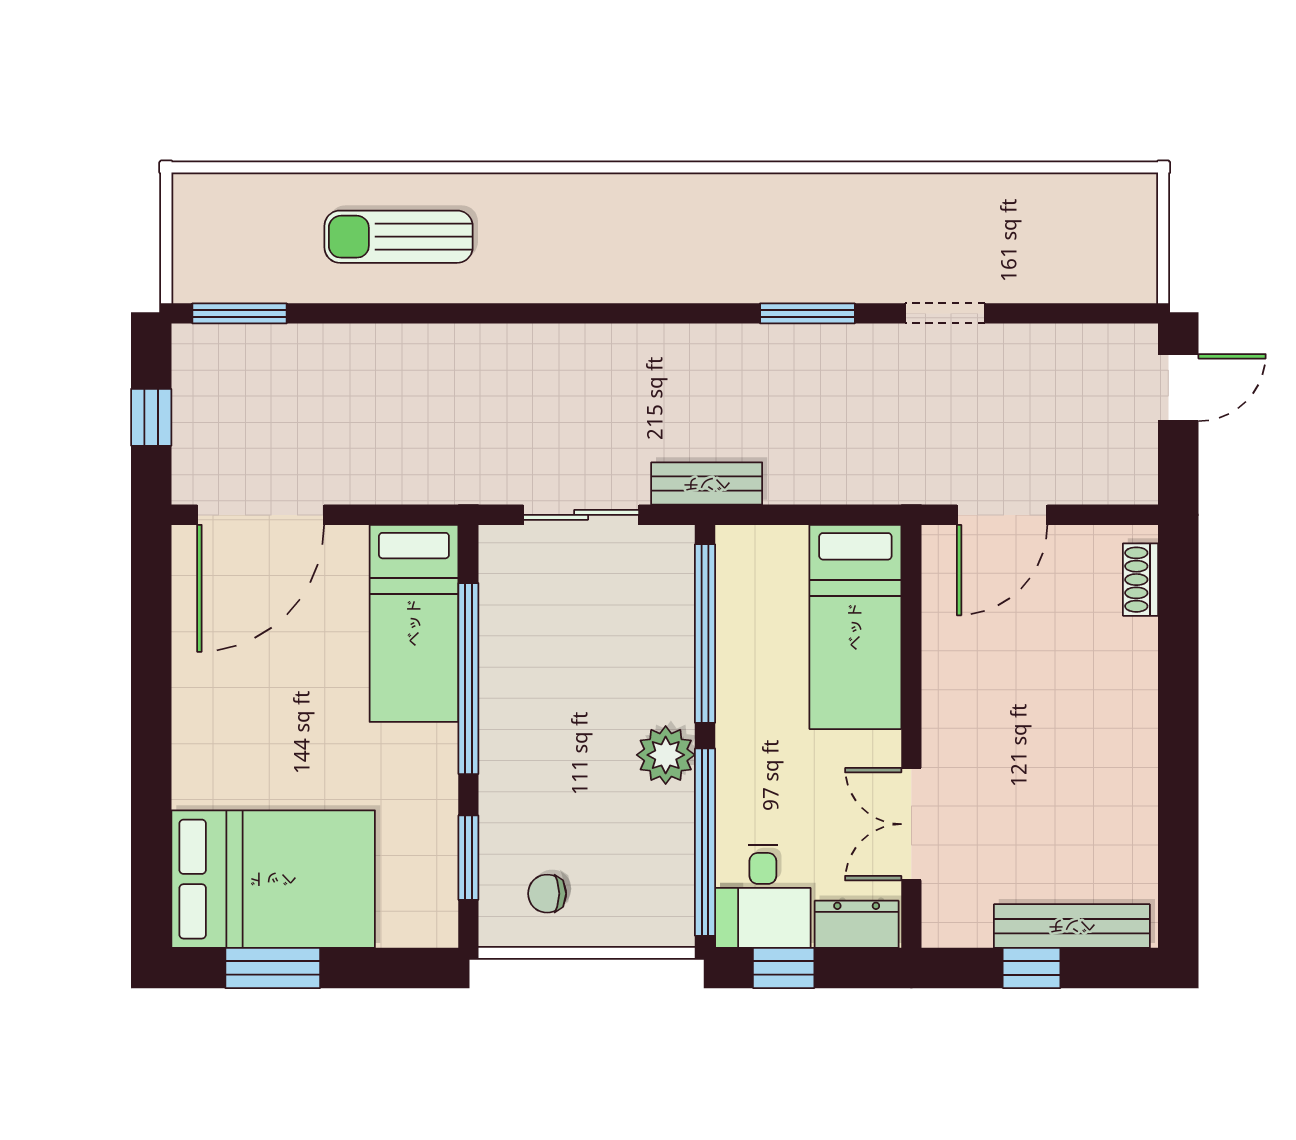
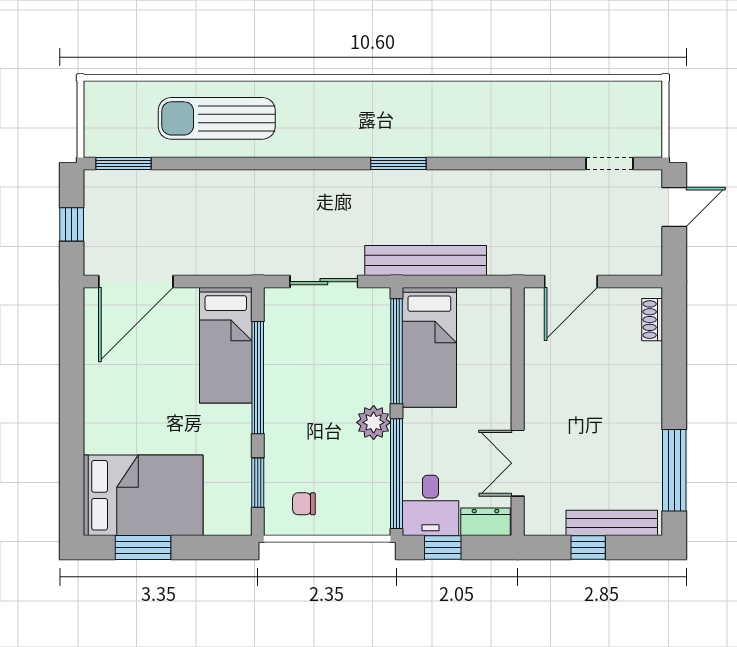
sun lounger: (399, 237) -> (217, 118), width x1.36, depth x1.34
window: (807, 313) -> (398, 163), moved
doorway: (945, 313) -> (610, 163), moved
bench: (707, 484) -> (426, 261), width x1.86, depth x1.21
bed: (855, 627) -> (429, 347), moved
window: (1178, 836) -> (674, 470), added

